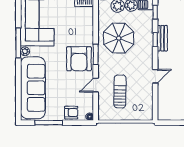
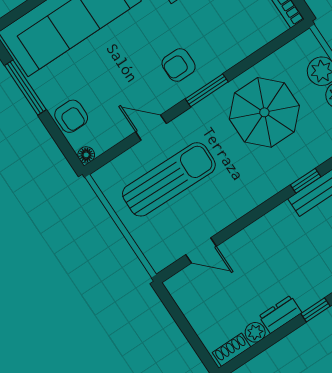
armchair: (79, 59) -> (179, 65), width x0.53, depth x0.53
door: (155, 76) -> (201, 250), moved
sun lounger: (120, 91) -> (169, 179), width x1.36, depth x1.34

